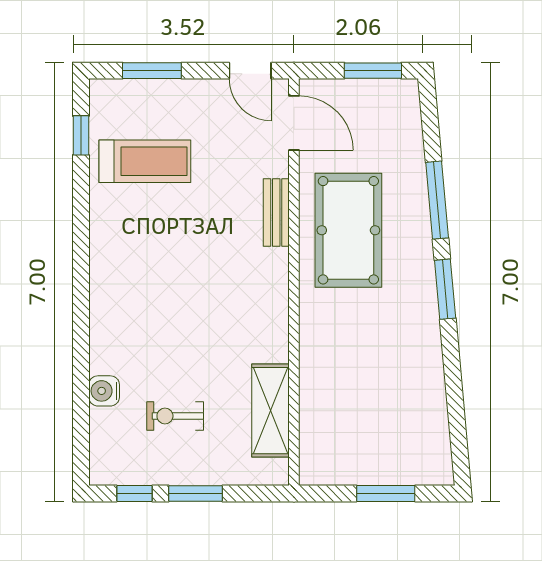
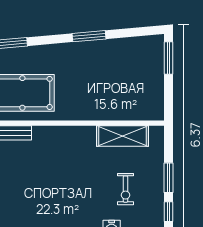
window: (445, 289) -> (89, 36), moved
window: (386, 493) -> (169, 58), moved

